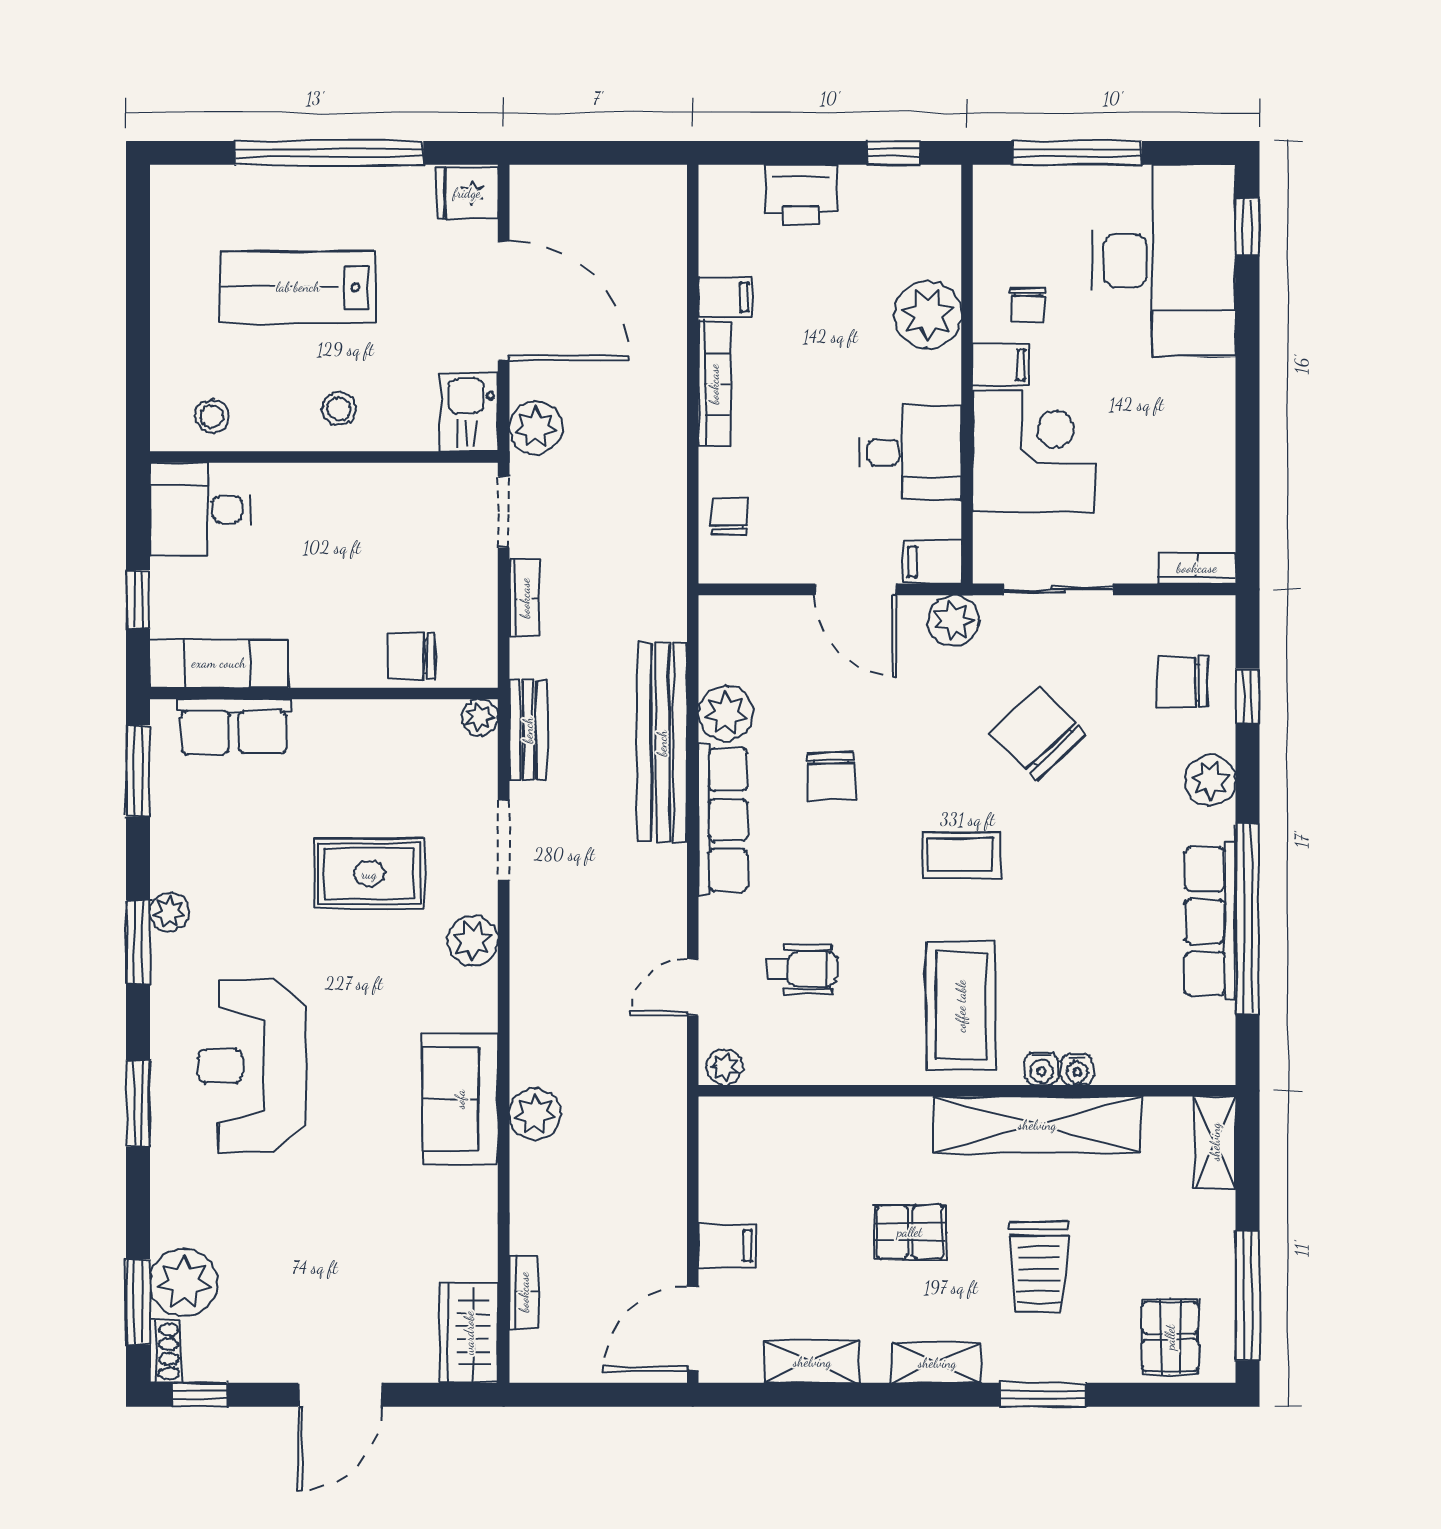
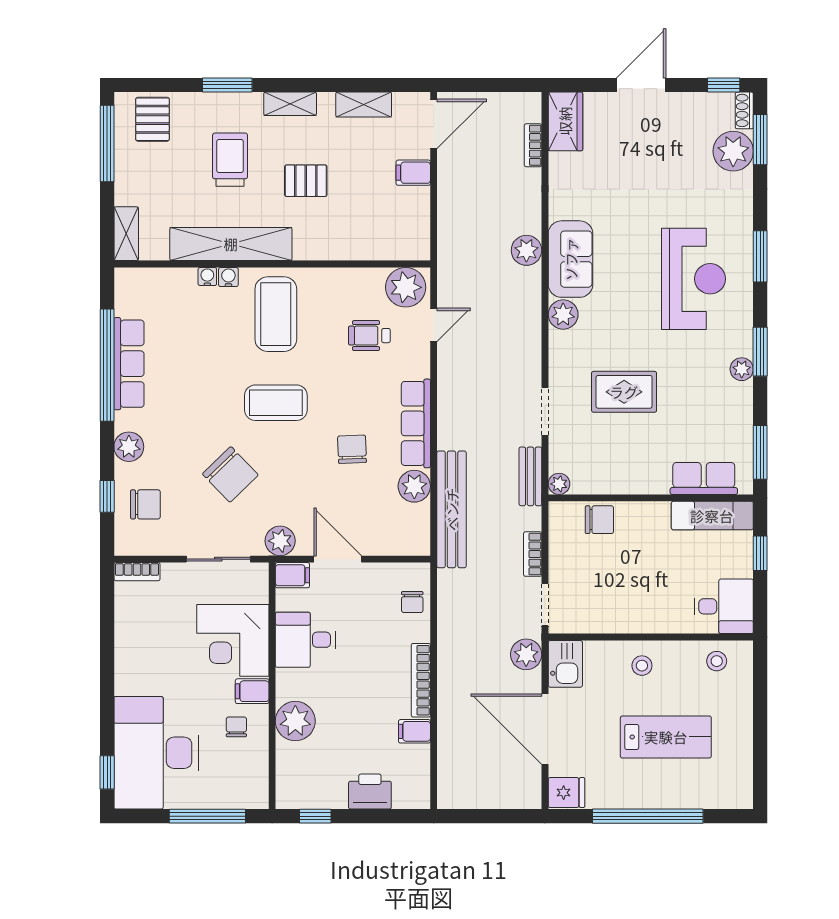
bench: (662, 743) -> (452, 509), moved
coffee table: (961, 855) -> (276, 403), width x1.36, depth x1.30
plant: (473, 941) -> (563, 315), moved
plant: (724, 1067) -> (406, 287), width x1.87, depth x1.87

